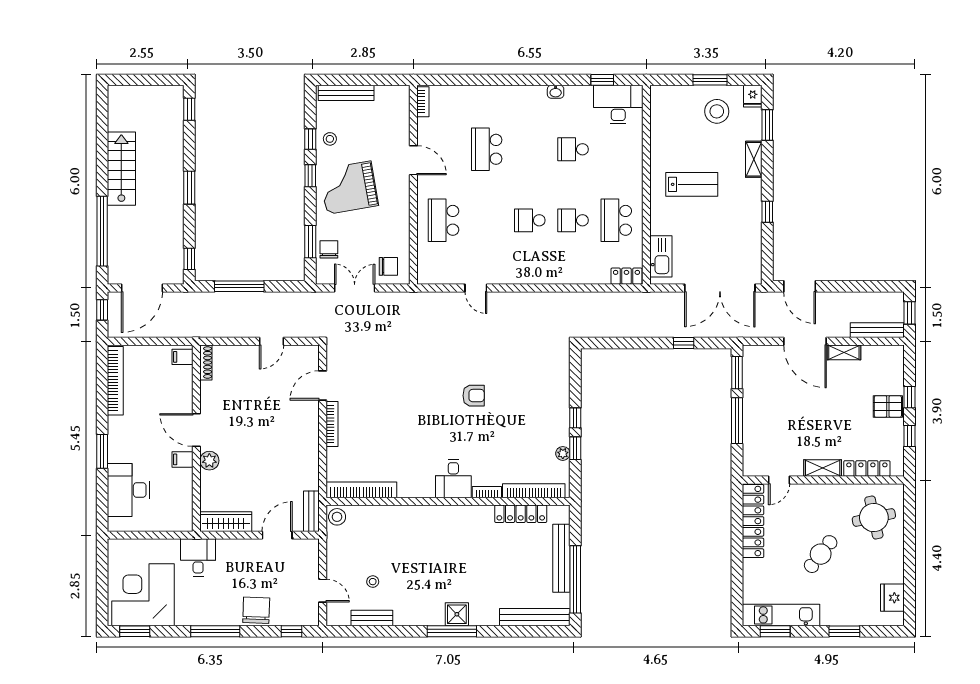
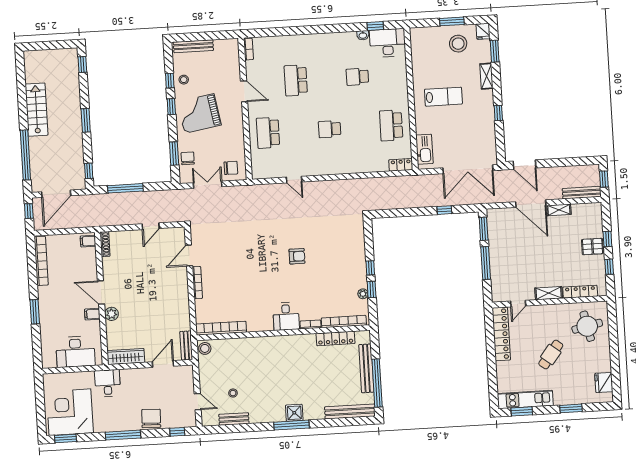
washbasin: (556, 92) -> (363, 35), moved
school desk: (573, 220) -> (360, 127), removed
desk: (128, 490) -> (75, 352), moved, turned -90

